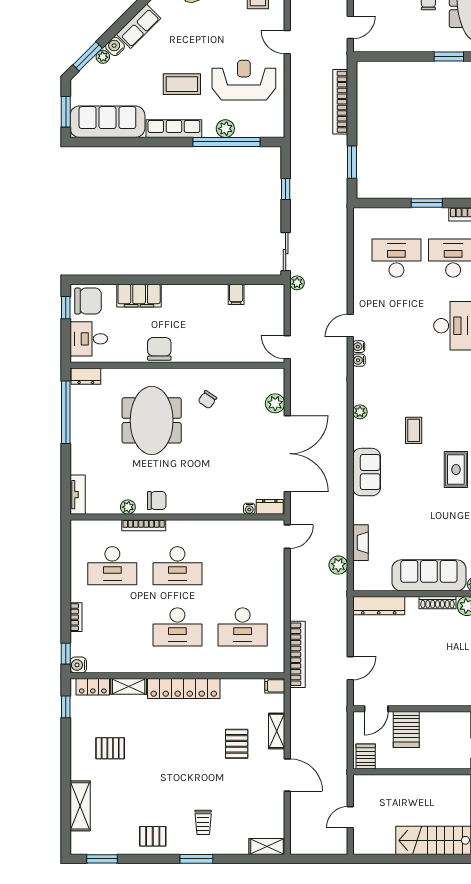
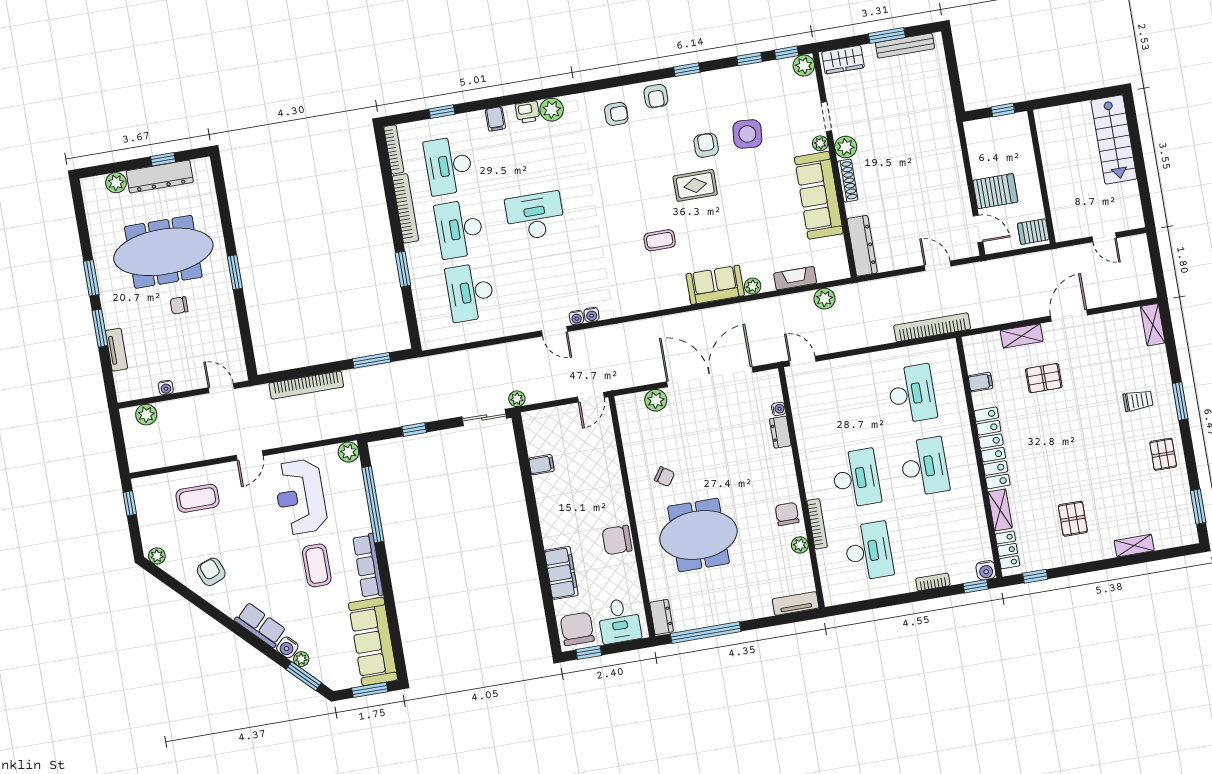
plant: (225, 129) -> (349, 452), moved
plant: (360, 412) -> (753, 286), moved
dresser: (270, 507) -> (780, 432), moved
filing cabinet: (275, 686) -> (981, 382), moved, turned -90
shelving: (80, 806) -> (1134, 546), width x0.67, depth x0.75

